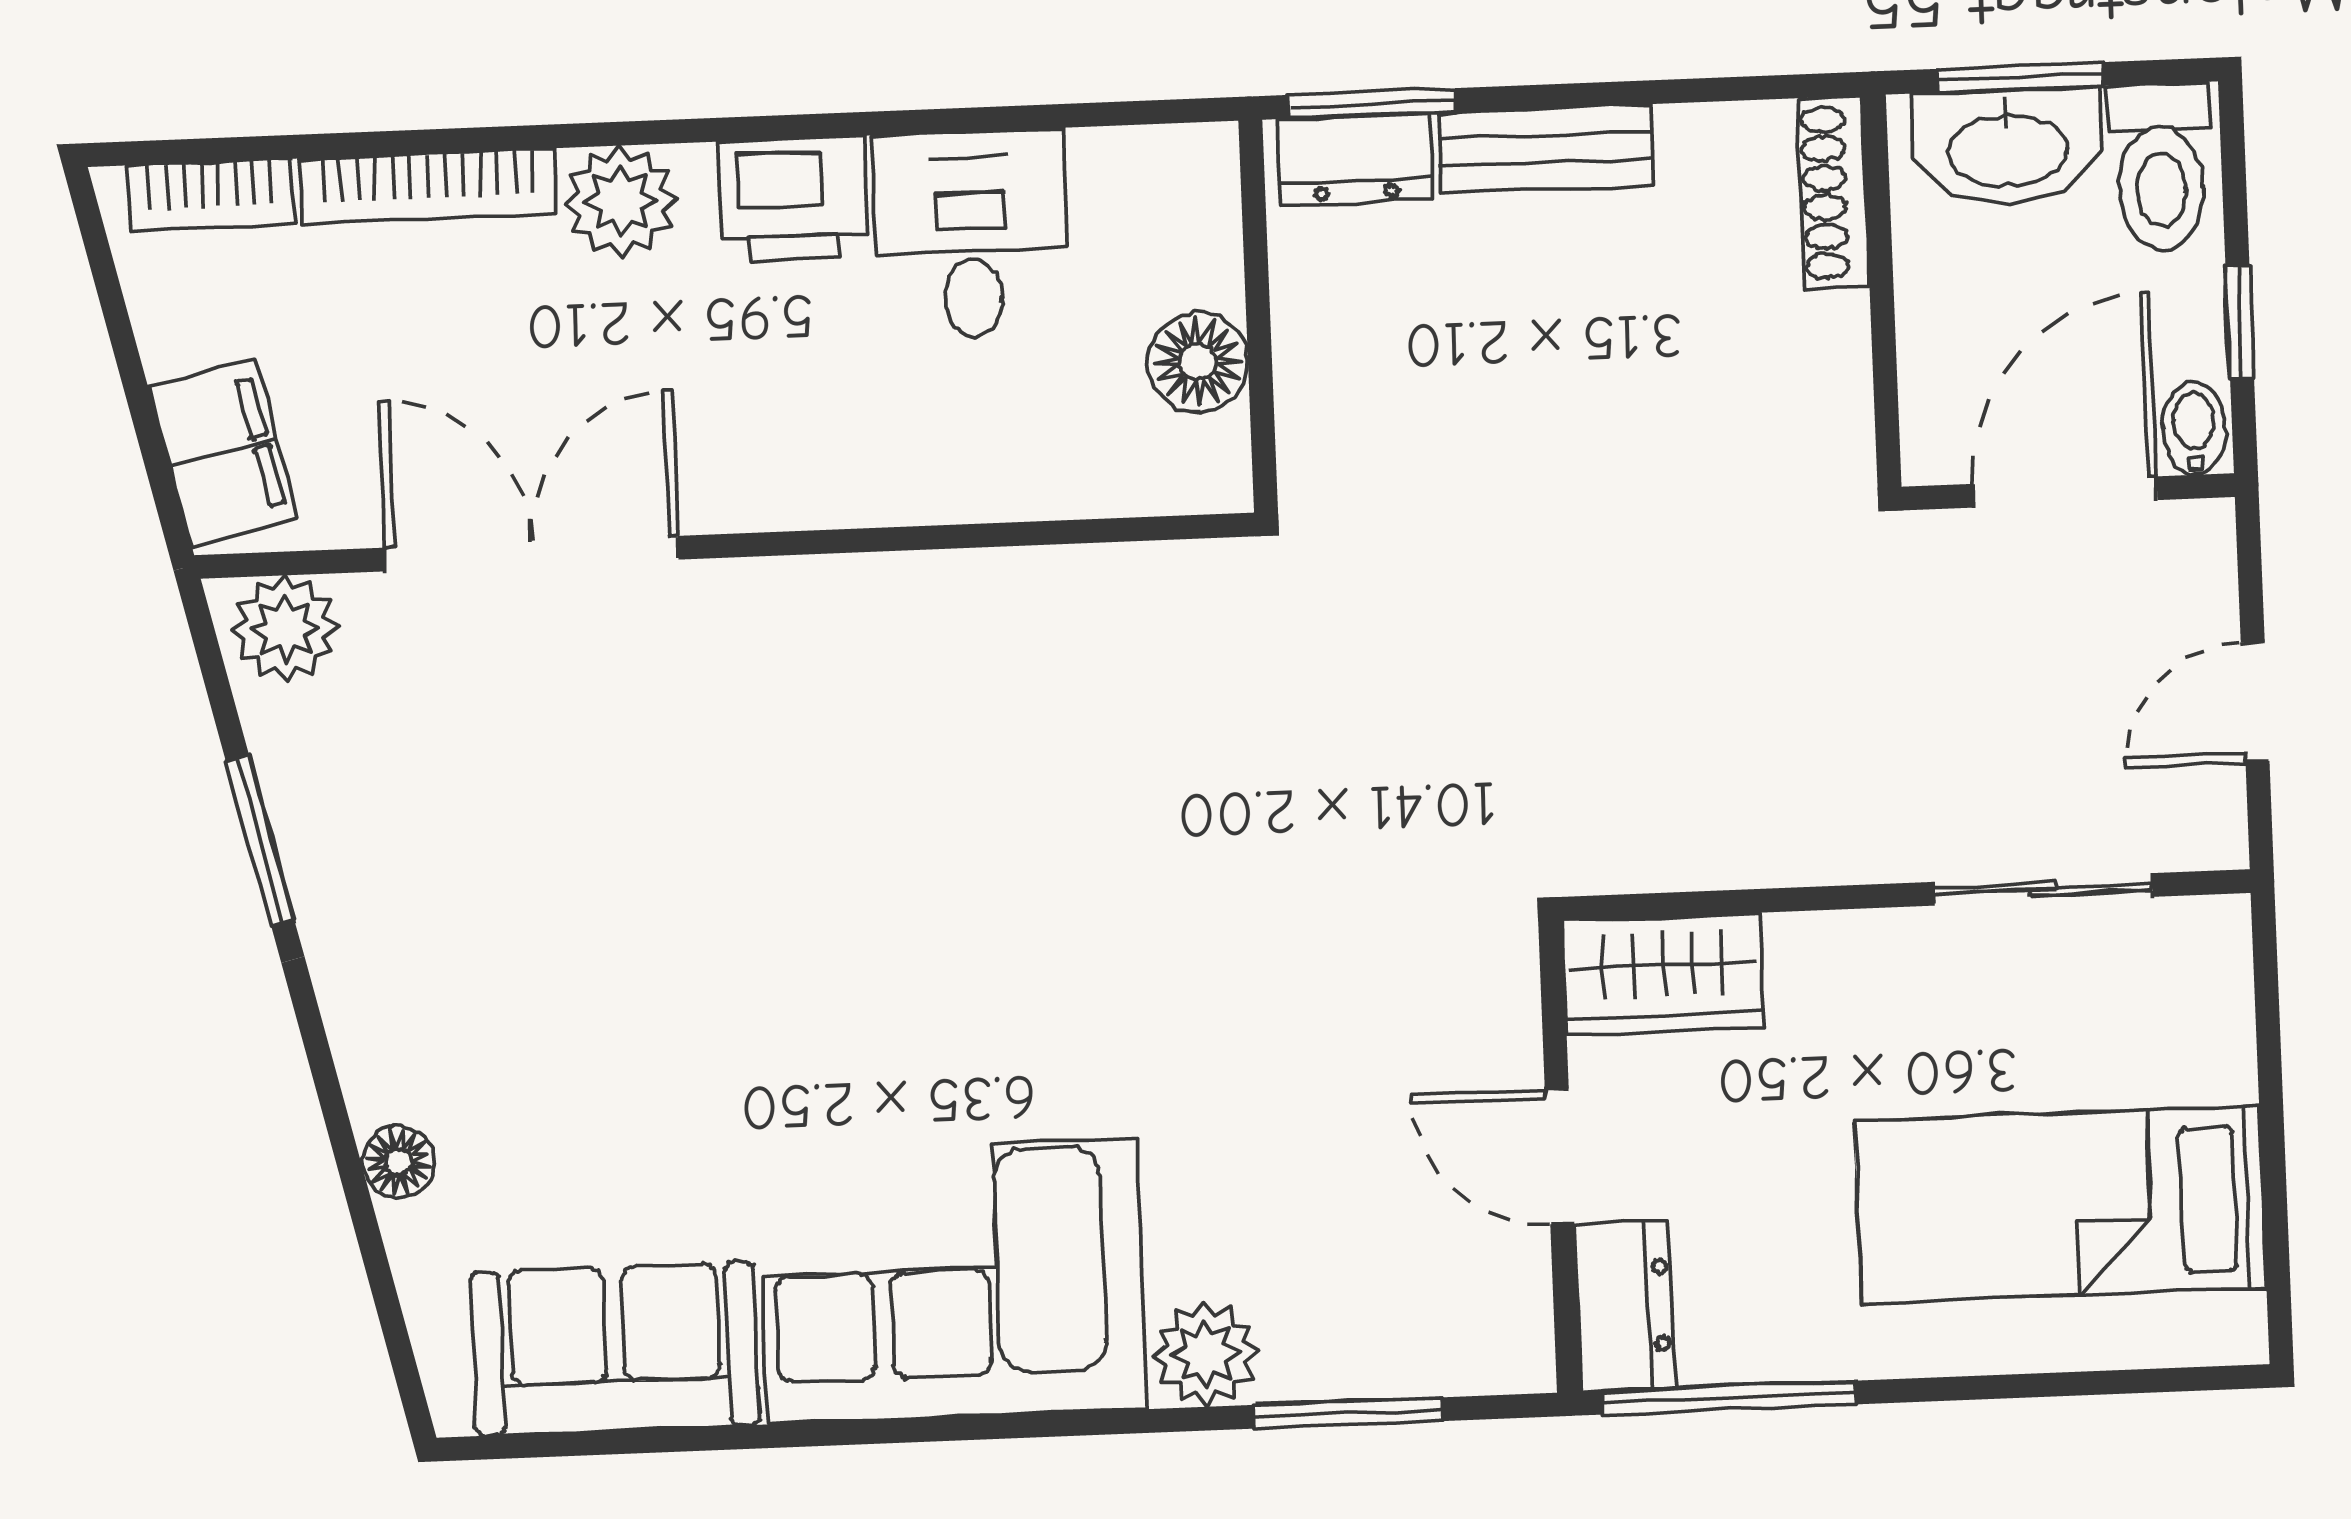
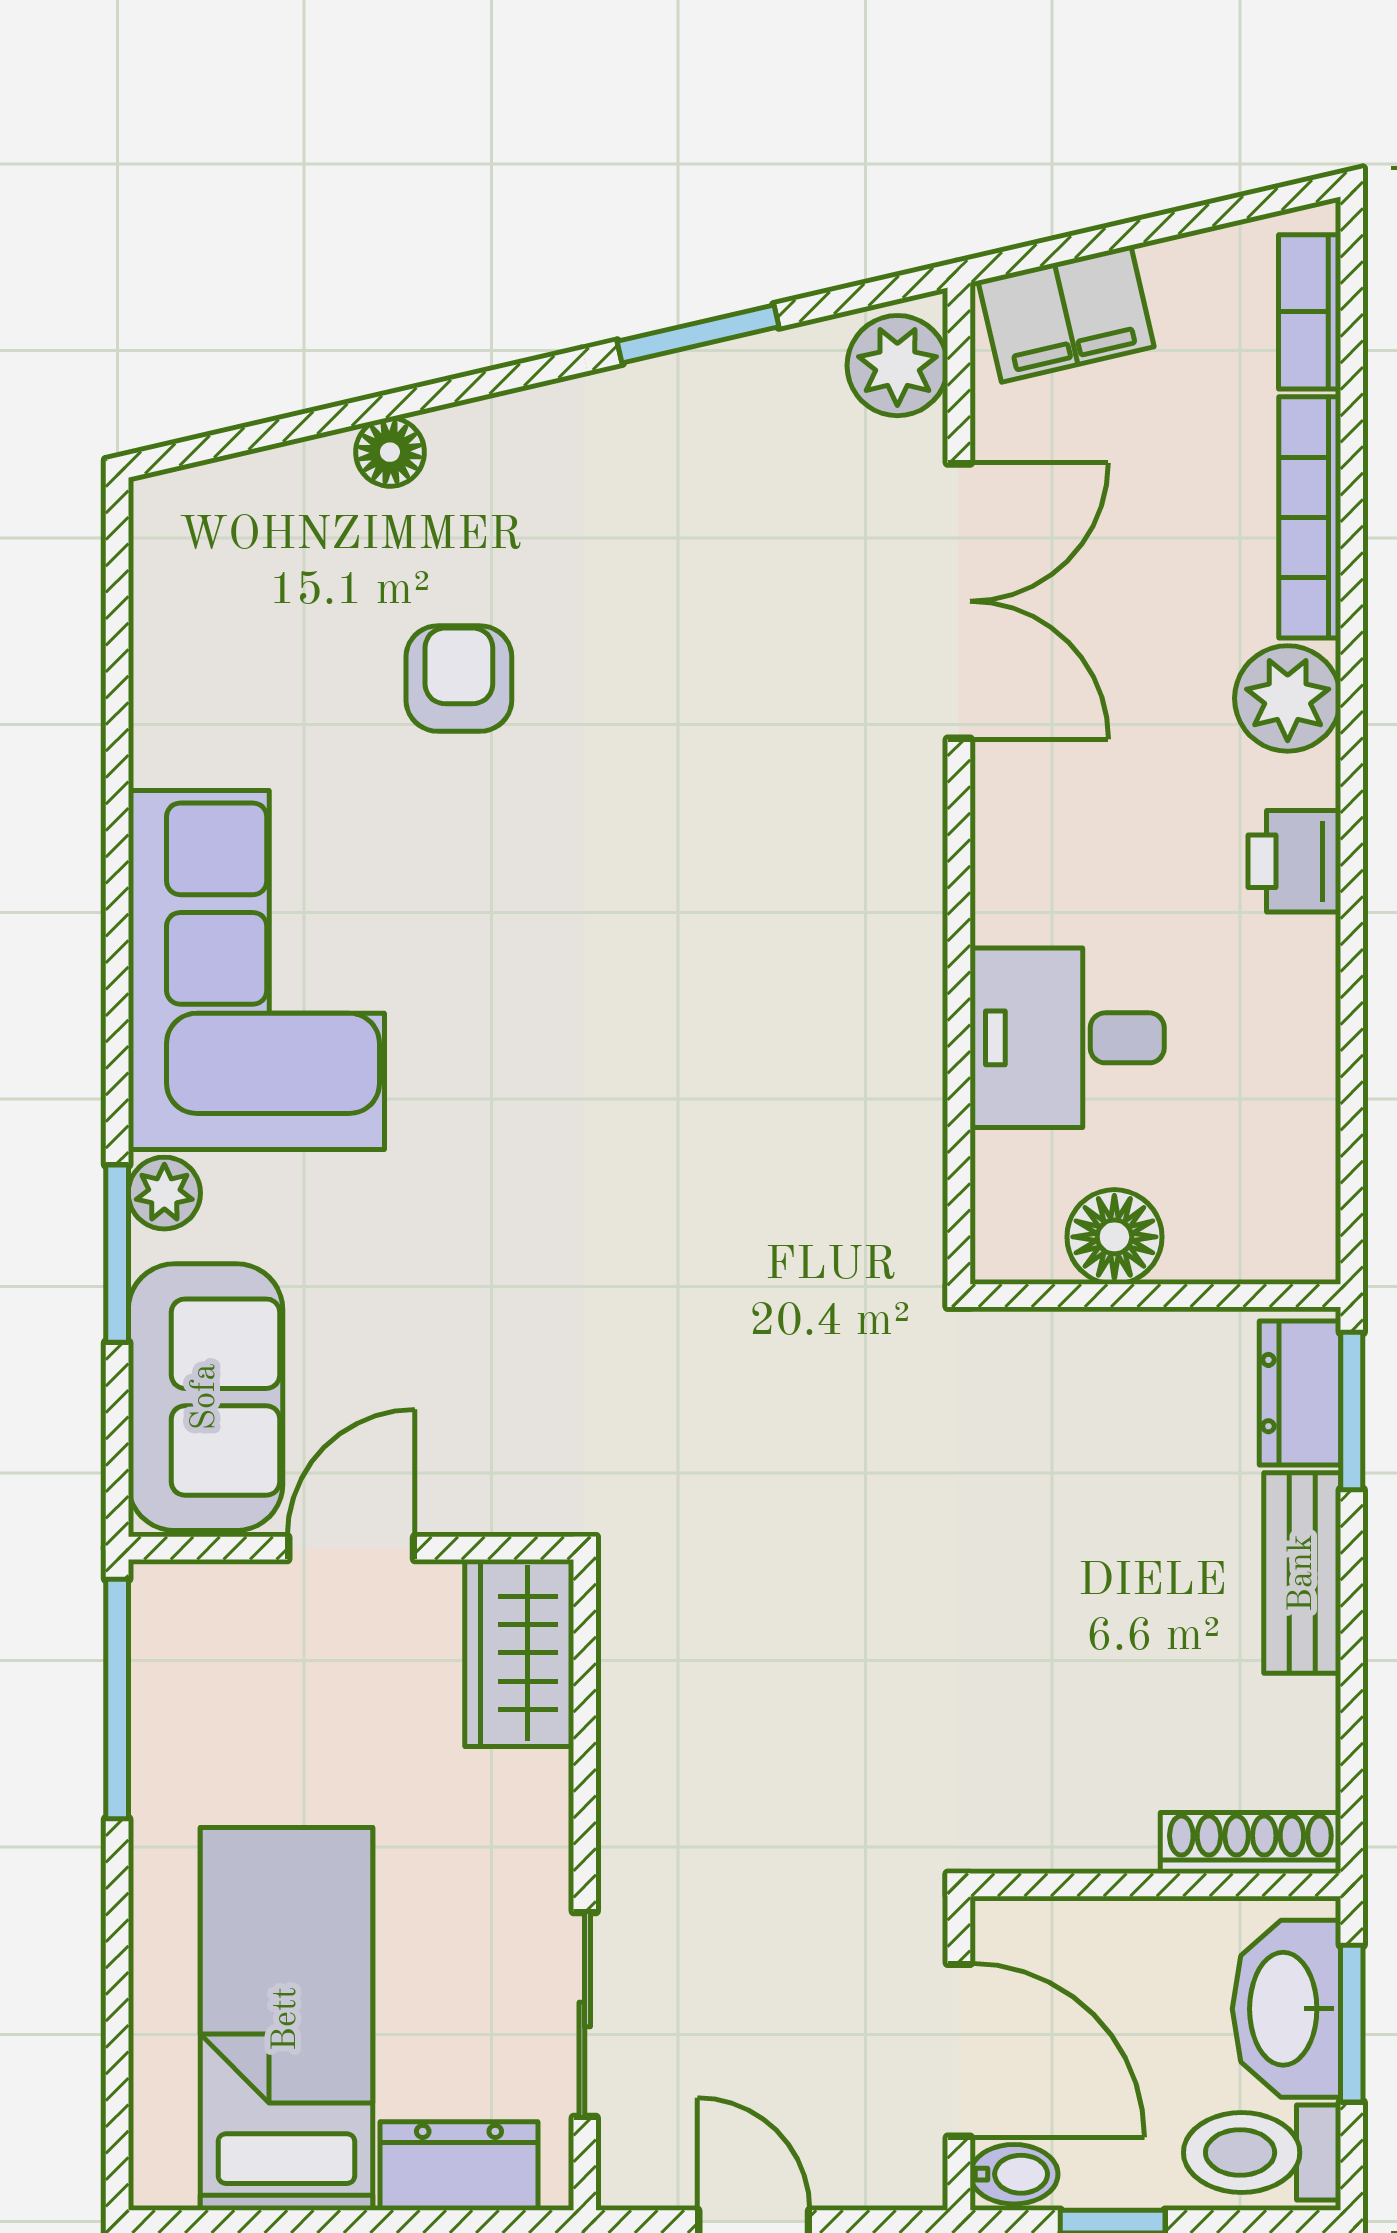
printer: (793, 199) -> (1294, 861), width x0.73, depth x0.81
desk: (971, 234) -> (1067, 1038), moved, turned 180
armchair: (635, 1079) -> (459, 679), added
dresser: (1624, 1306) -> (459, 2166), moved, turned 180
sofa: (615, 1349) -> (205, 1397), moved
plant: (1206, 1354) -> (164, 1193), width x0.73, depth x0.73
window: (1348, 1413) -> (117, 1254), moved

